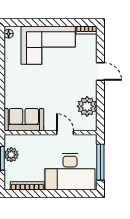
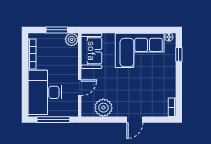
window: (28, 22) -> (179, 54), added
corner sofa: (48, 45) -> (140, 50), moved, turned -90
plant: (11, 155) -> (72, 39), moved

